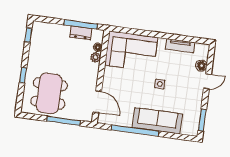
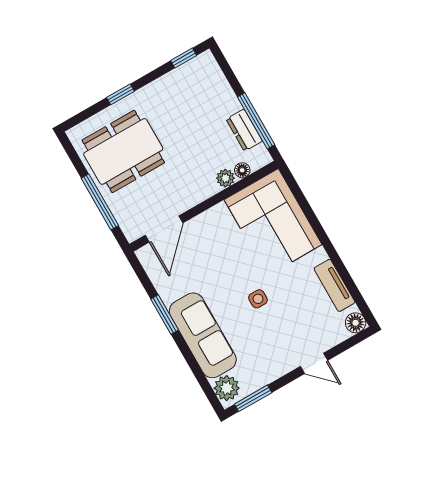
floor lamp: (201, 66) -> (356, 323), moved
plant: (189, 128) -> (227, 388), added
window: (135, 131) -> (165, 315), width x0.47

